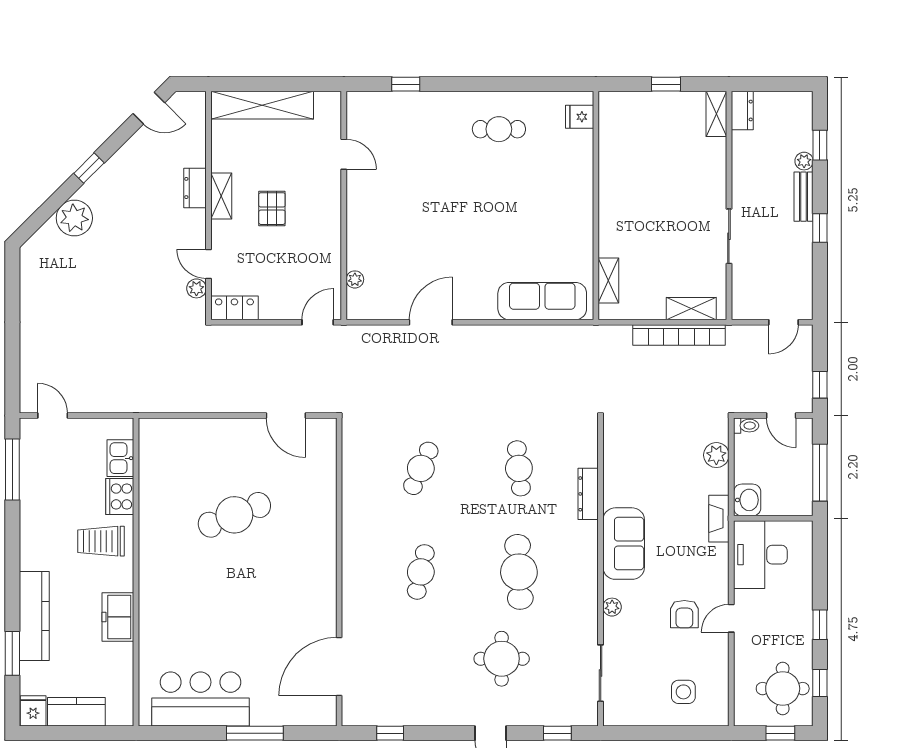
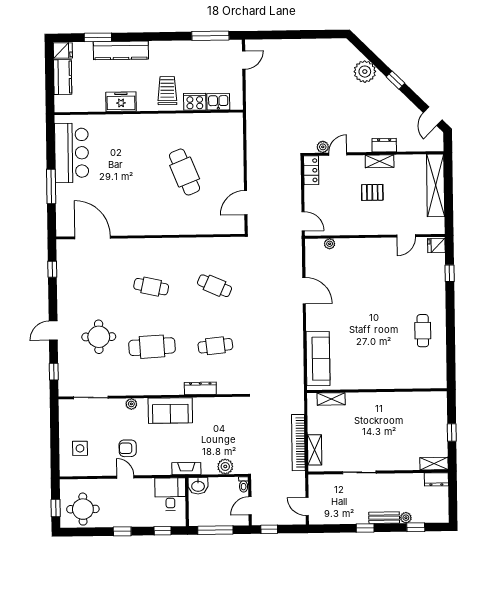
fridge: (580, 117) -> (436, 245), moved, turned -90
desk: (760, 555) -> (170, 494), width x0.73
window: (820, 683) -> (163, 531), moved

